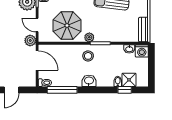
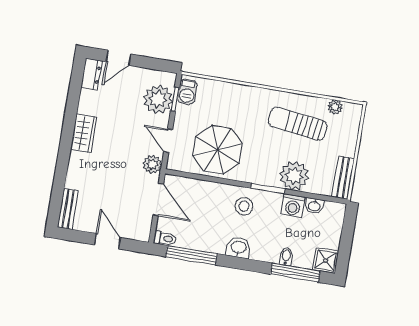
plant: (89, 37) -> (294, 176), moved, width x1.87, depth x1.87
washing machine: (142, 51) -> (293, 206), moved
shower: (129, 80) -> (326, 261), moved
door: (11, 90) -> (107, 241), swing flipped
window: (125, 90) -> (295, 273), width x2.17

